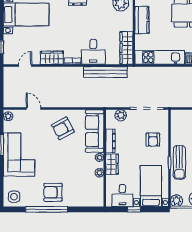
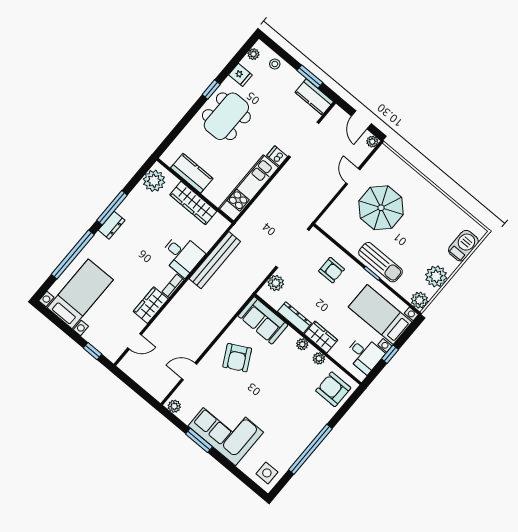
wardrobe: (126, 48) -> (193, 203), moved
door: (25, 65) -> (135, 341), swing flipped
sofa: (95, 131) -> (263, 320), width x0.73
armchair: (53, 192) -> (333, 389), moved, turned 90

